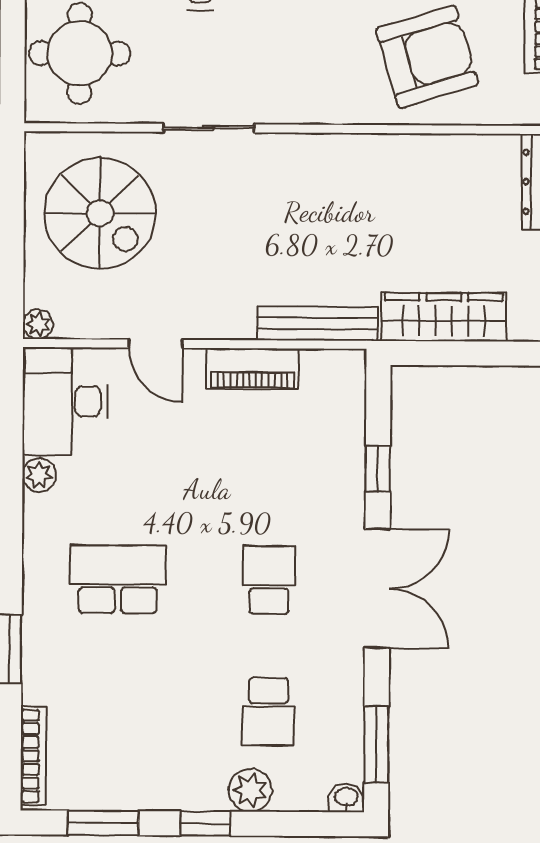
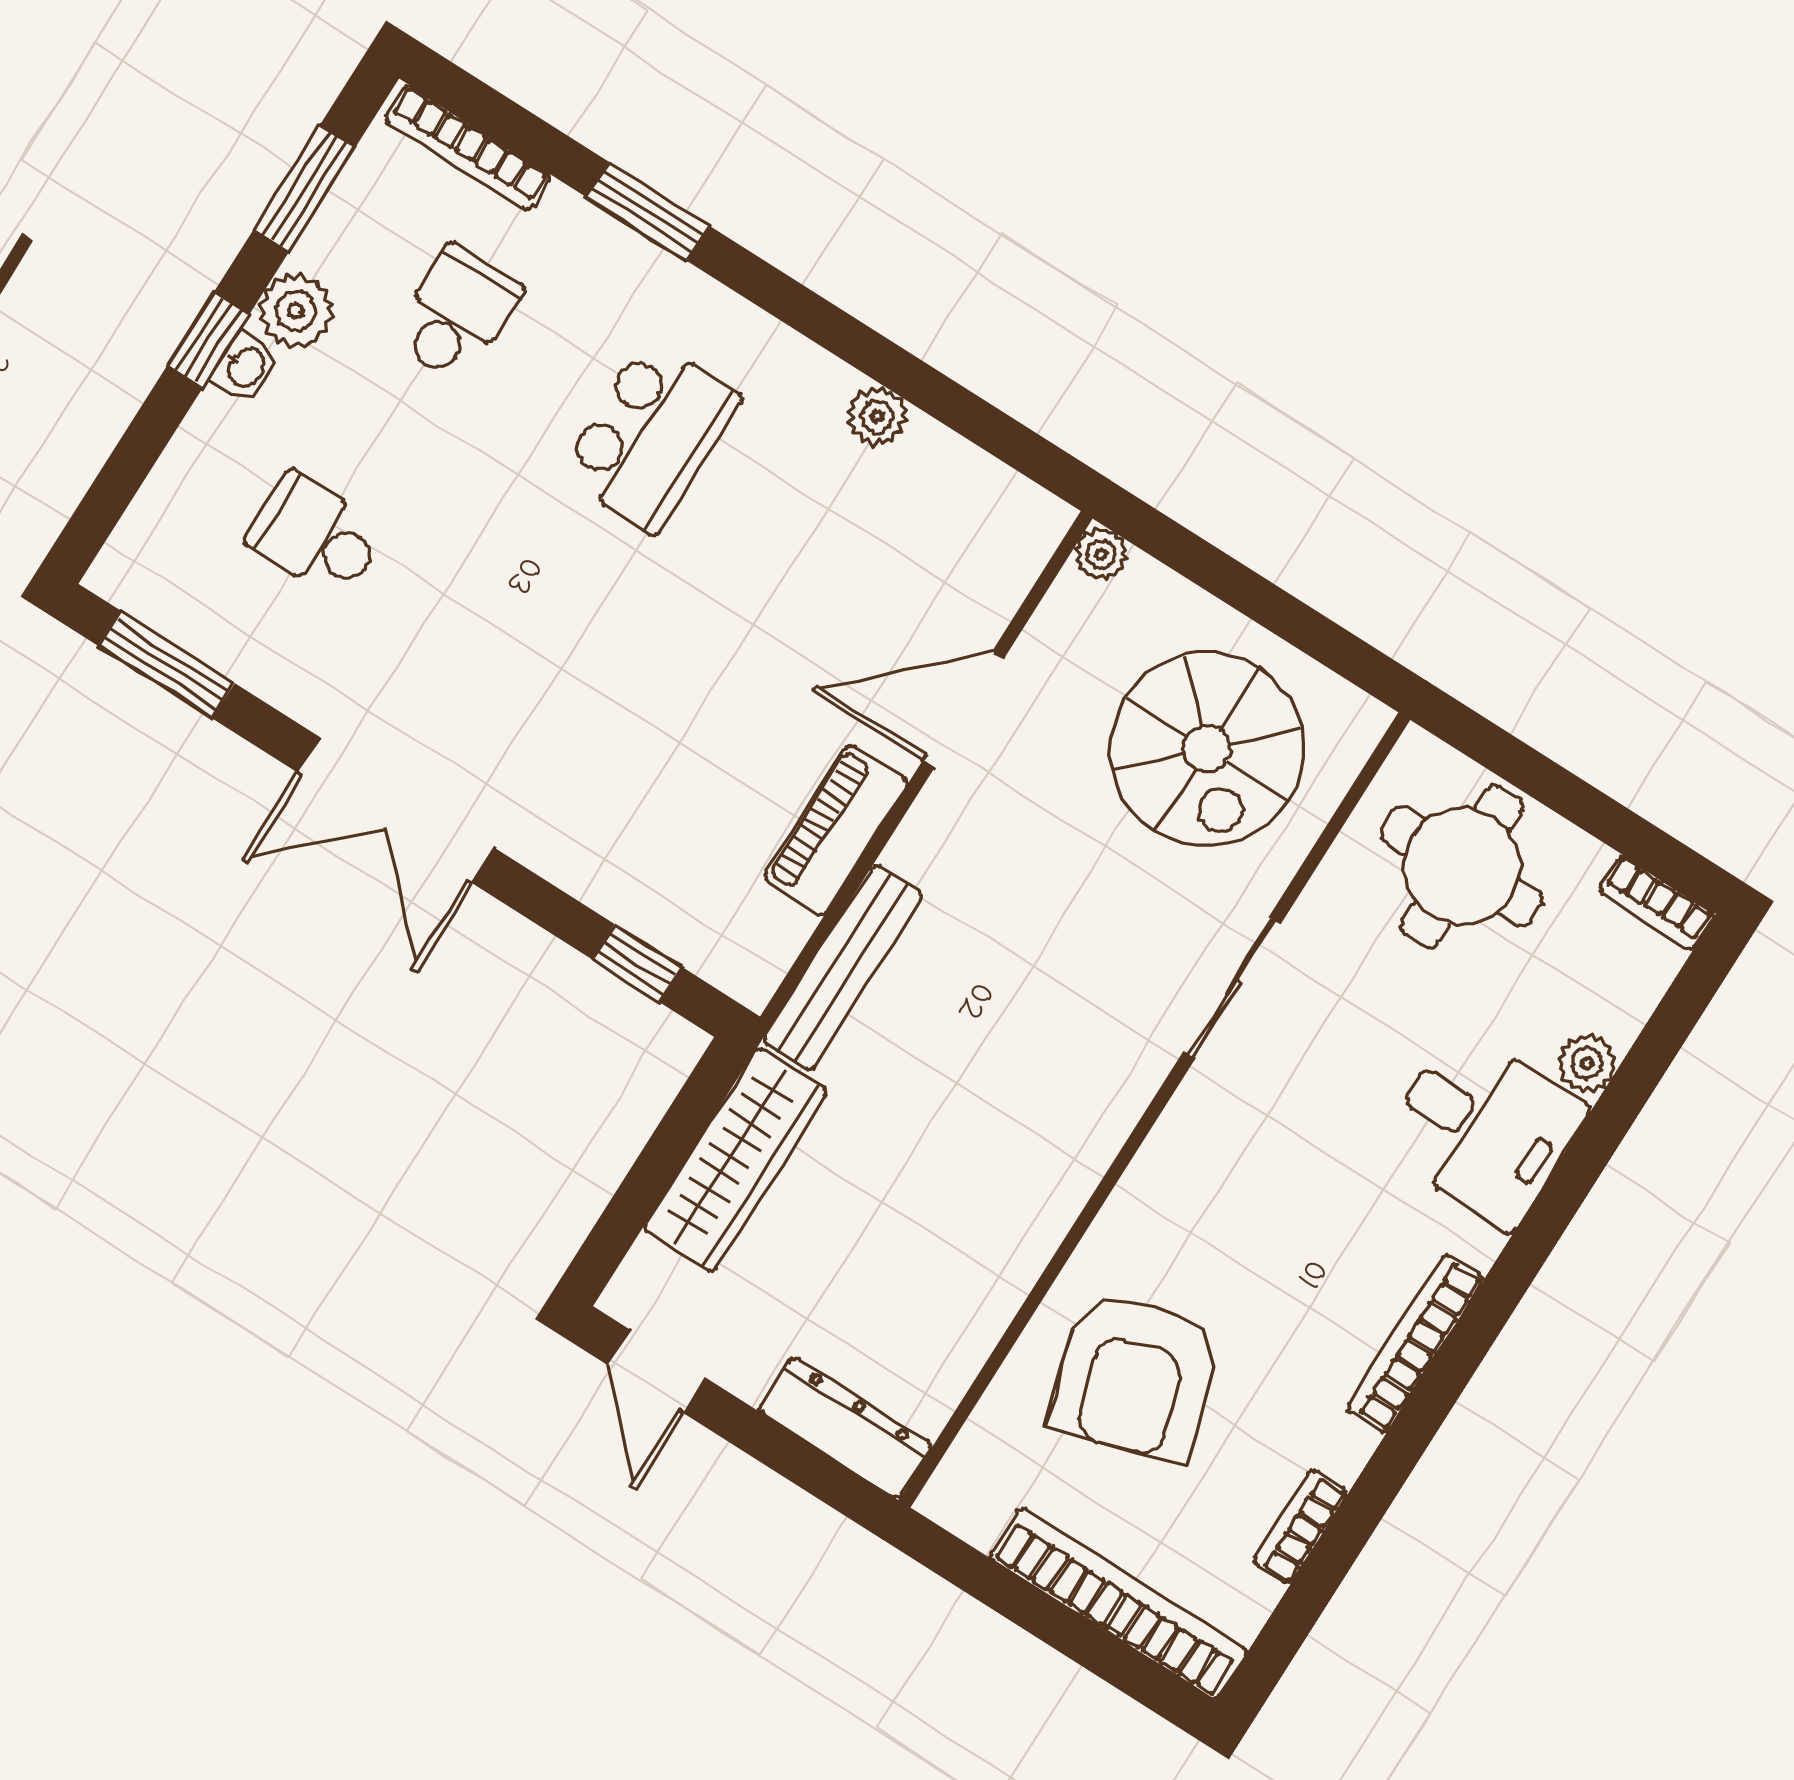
spiral stairs: (100, 213) -> (1207, 749), turned -90
door: (155, 344) -> (963, 710), width x1.38
desk: (65, 401) -> (962, 523), removed
window: (378, 469) -> (637, 963), moved
school desk: (269, 580) -> (457, 313), moved, turned -90
plant: (250, 790) -> (296, 311), moved
washbasin: (346, 798) -> (246, 367), moved

